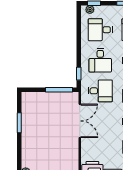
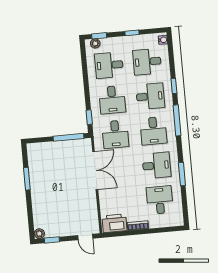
desk: (100, 91) -> (115, 134), turned 90

